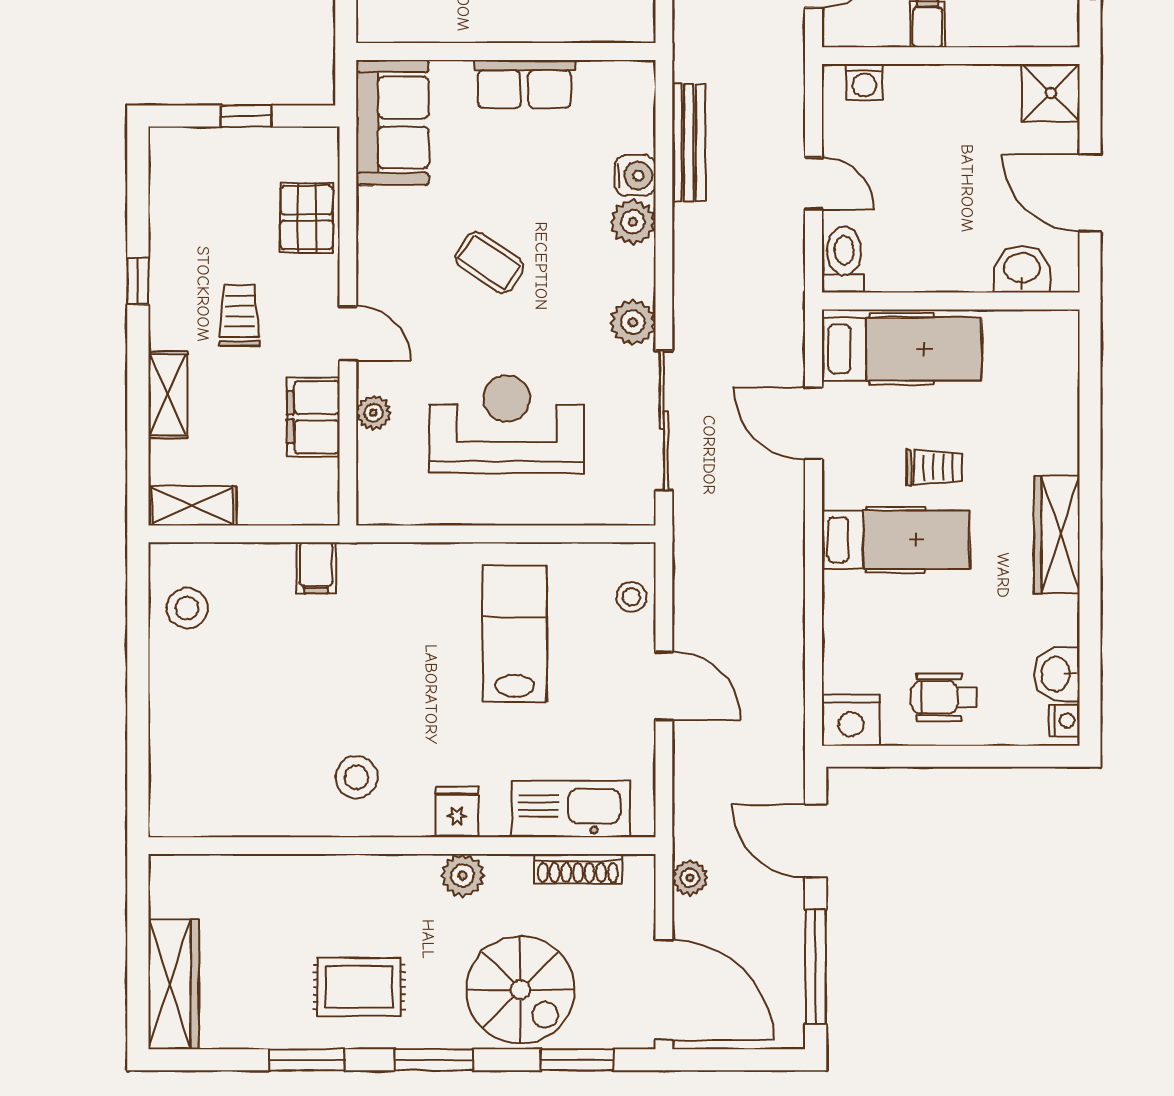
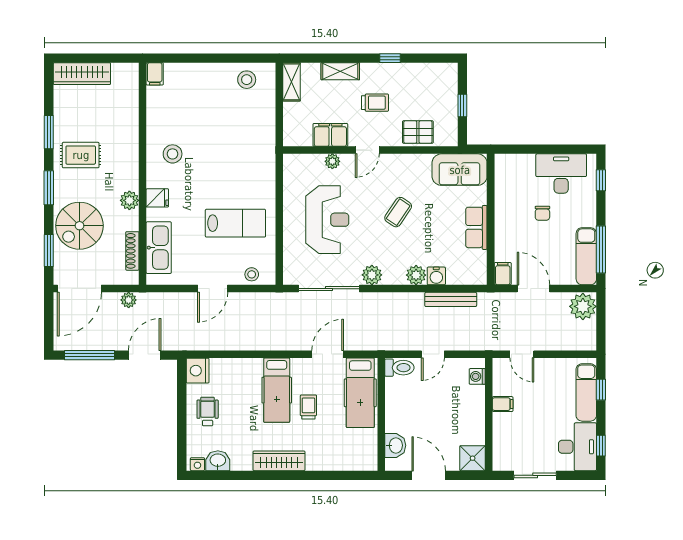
filing cabinet: (630, 24) -> (503, 274), added
door: (1090, 193) -> (429, 475), hinge flipped
trolley: (934, 467) -> (308, 407), turned 180
filing cabinet: (316, 568) -> (155, 74), moved, turned -90
rug: (359, 987) -> (81, 155), turned 90

